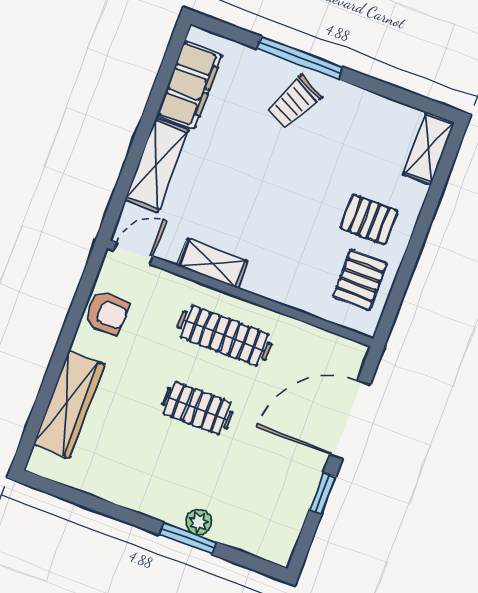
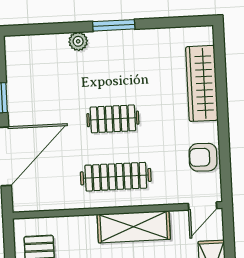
shelving: (212, 263) -> (134, 227), width x1.50, depth x1.33
window: (188, 538) -> (114, 25), moved

